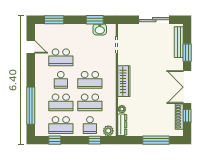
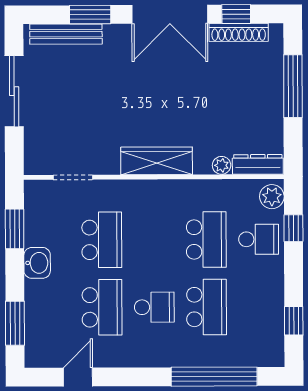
washbasin: (100, 29) -> (37, 263), moved
school desk: (90, 80) -> (102, 240), moved
school desk: (61, 125) -> (259, 307), removed

